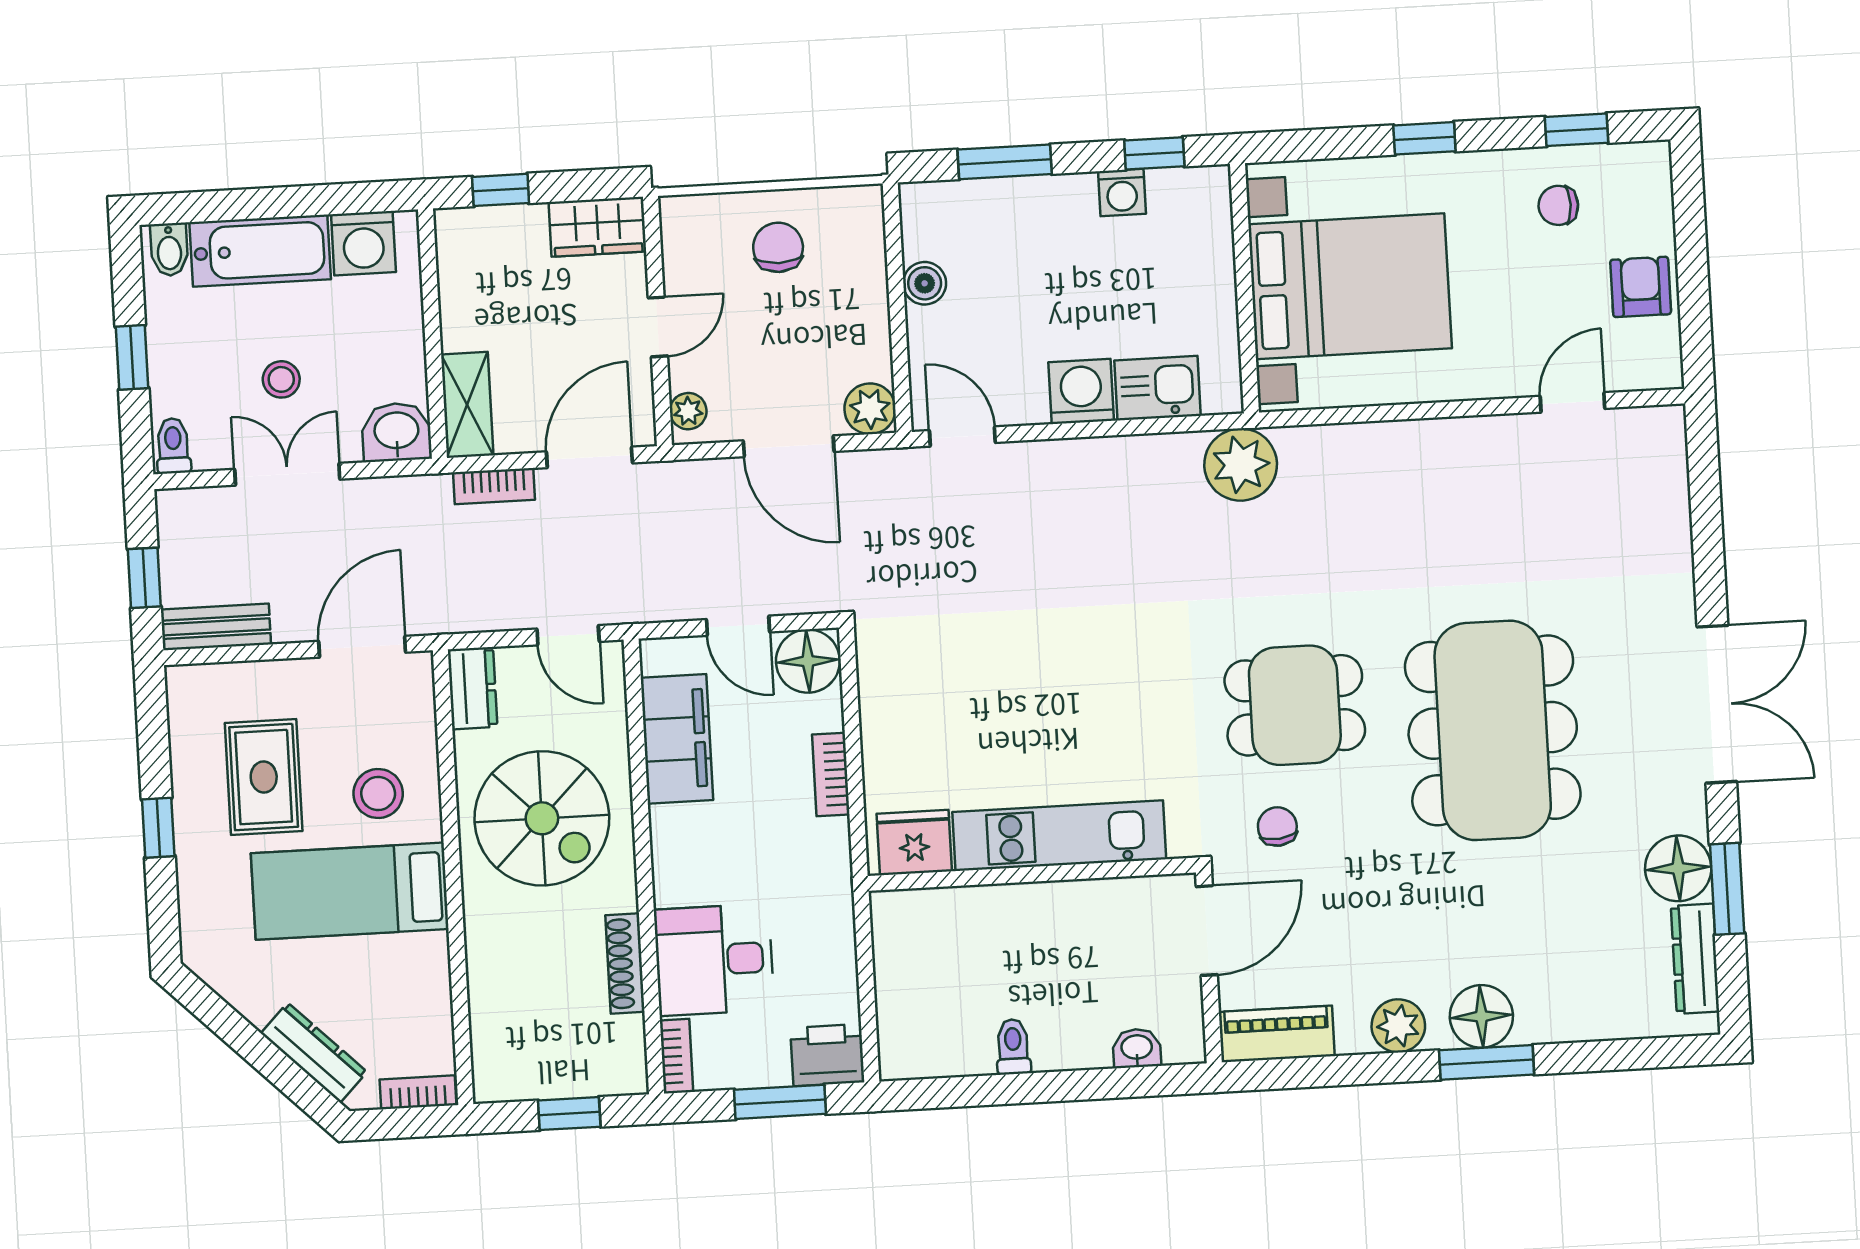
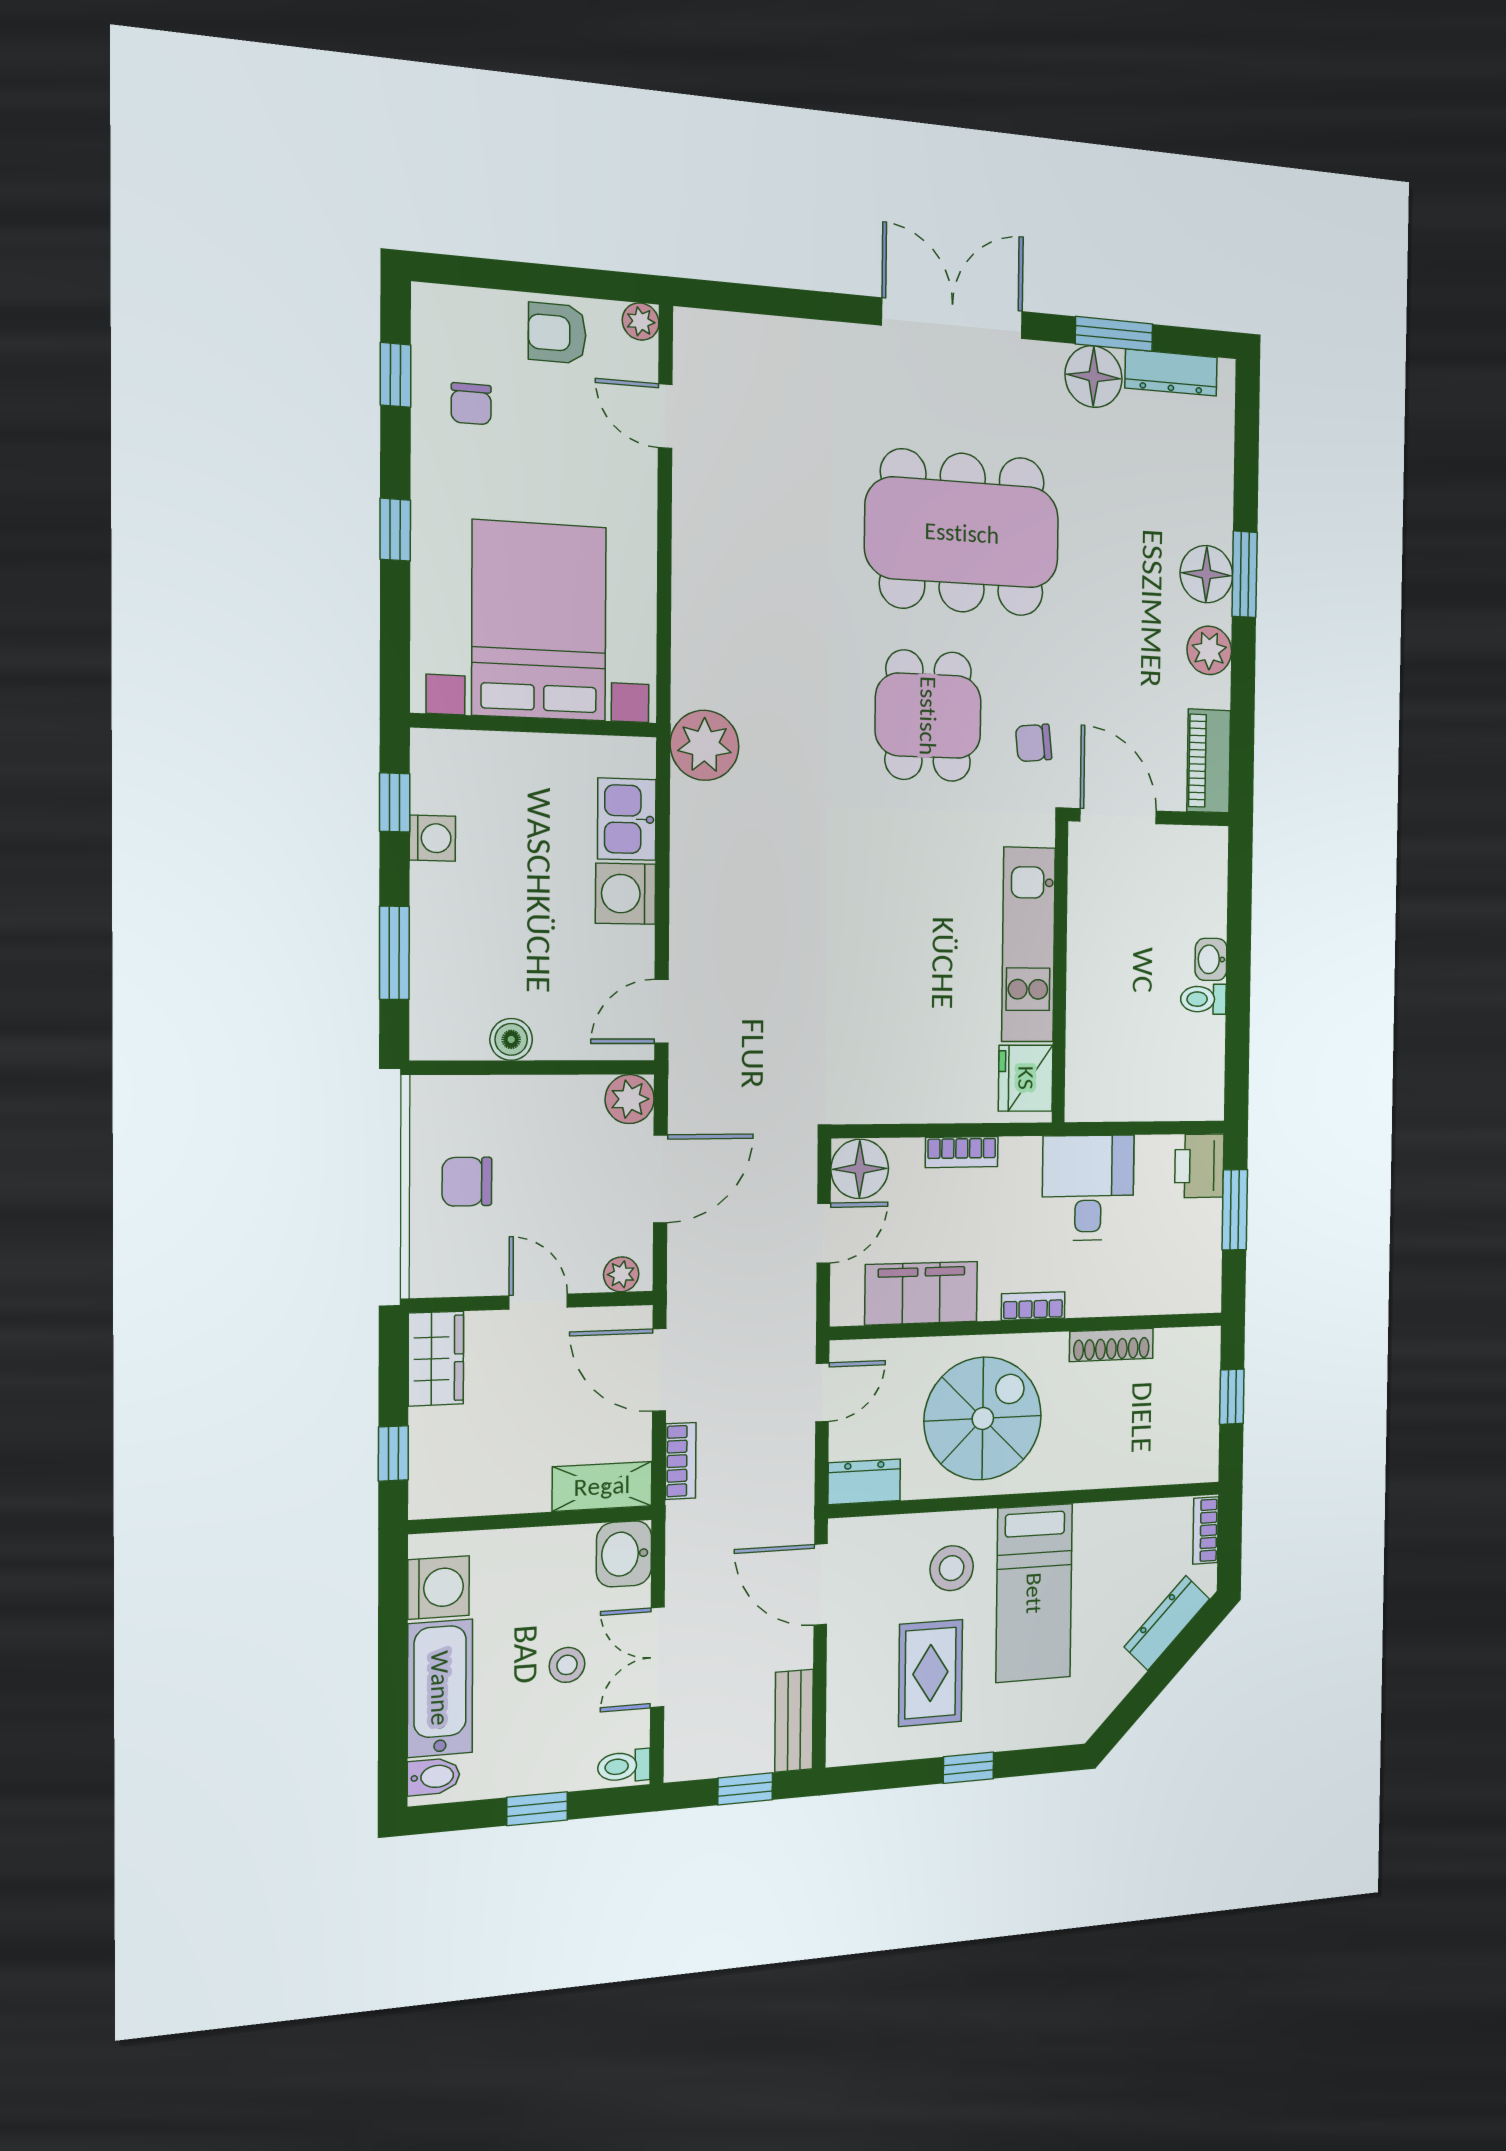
plant: (1665, 371) -> (641, 322), added
rug: (264, 777) -> (931, 1673), turned 90
desk: (714, 960) -> (1088, 1188), moved, turned 180
washbasin: (1137, 1048) -> (1211, 959), moved
bookcase: (676, 1056) -> (1033, 1306), moved

